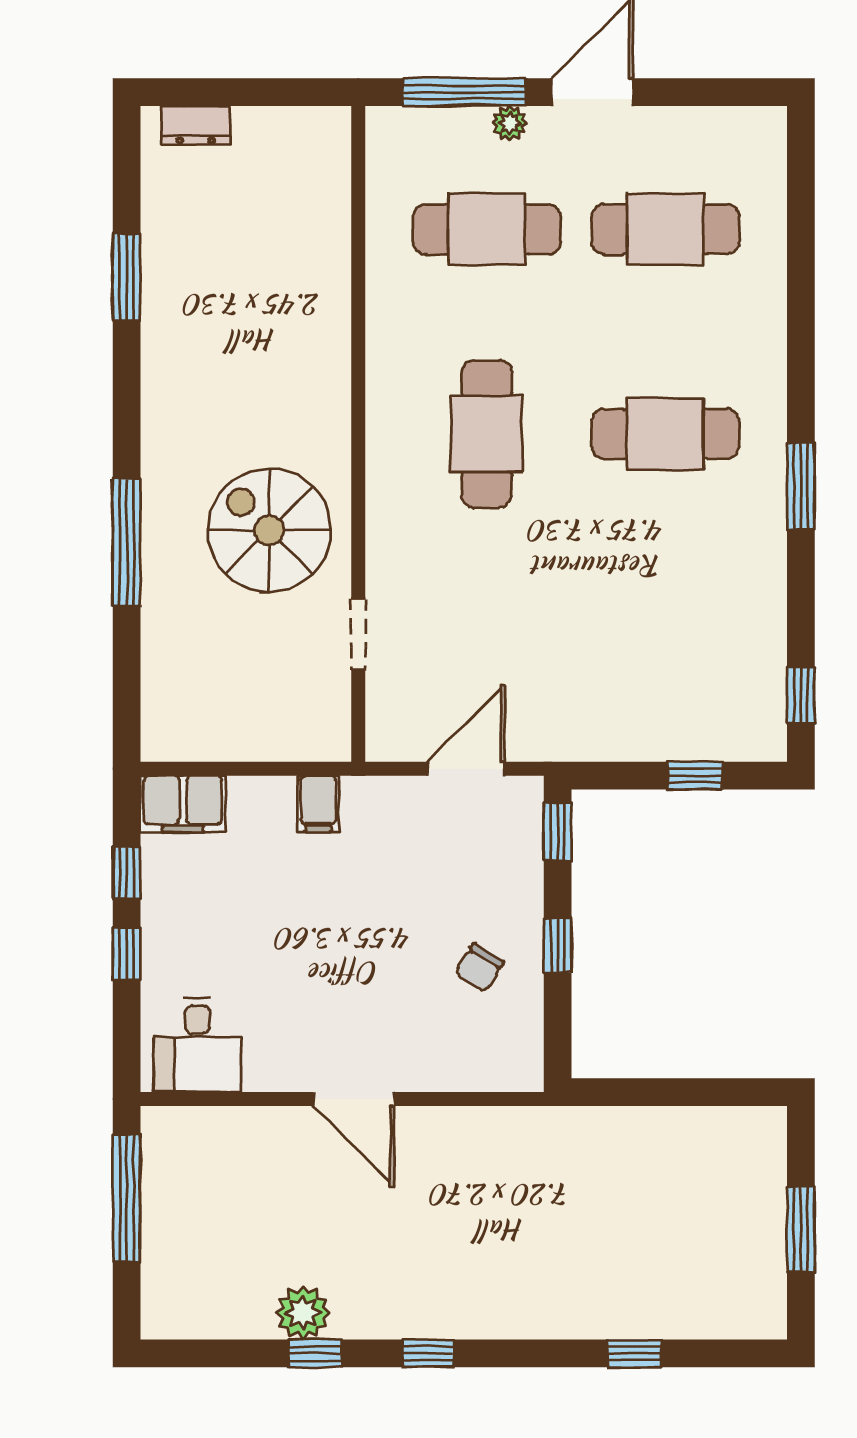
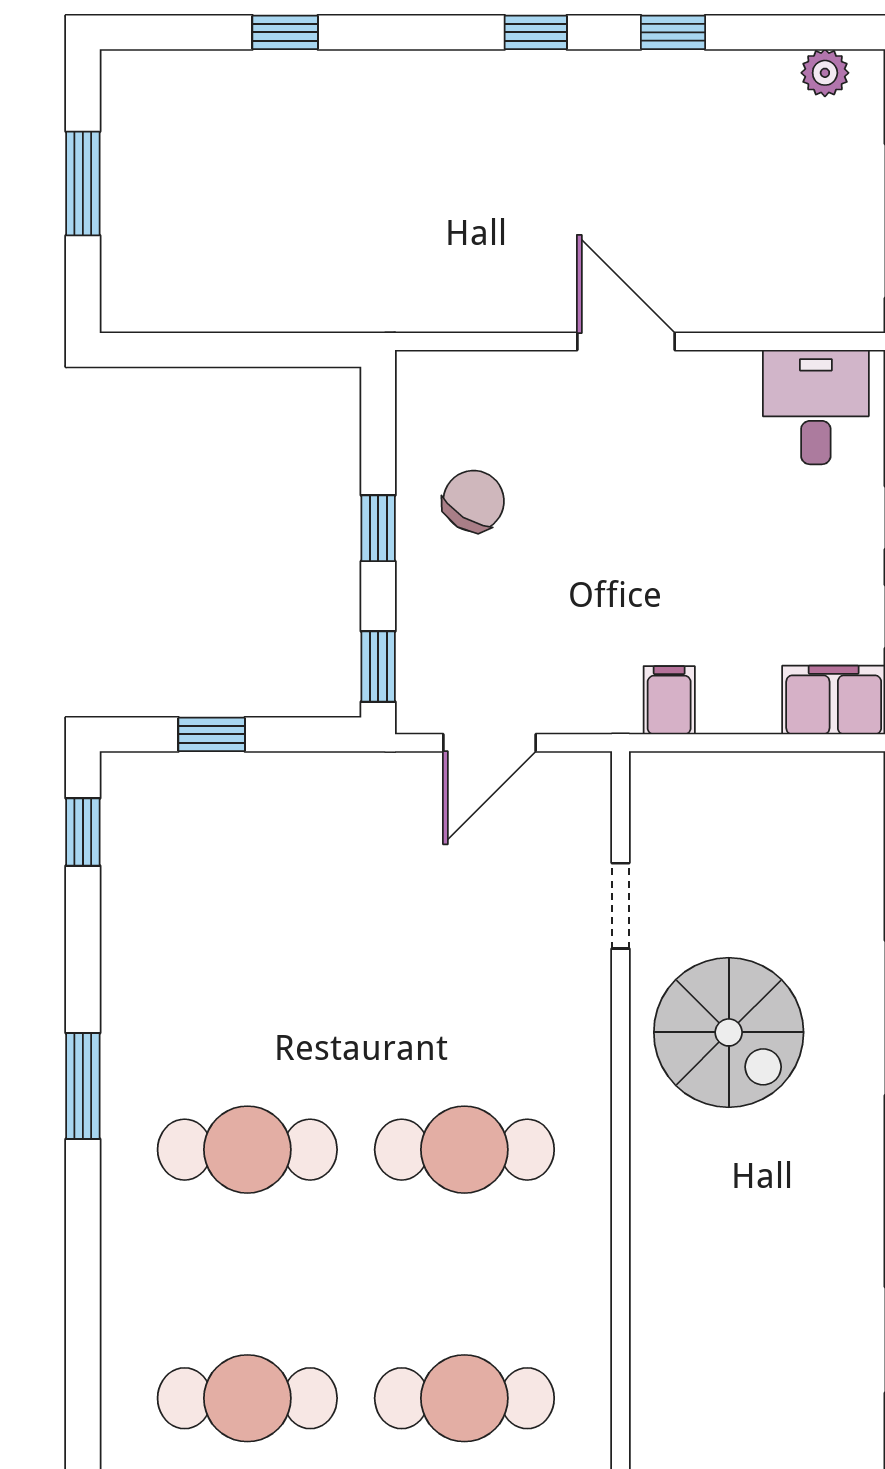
cafe table: (487, 434) -> (464, 1150), turned 90
chair: (479, 968) -> (474, 501), width x1.37, depth x1.37
plant: (303, 1313) -> (825, 73), moved, width x0.73, depth x0.73

